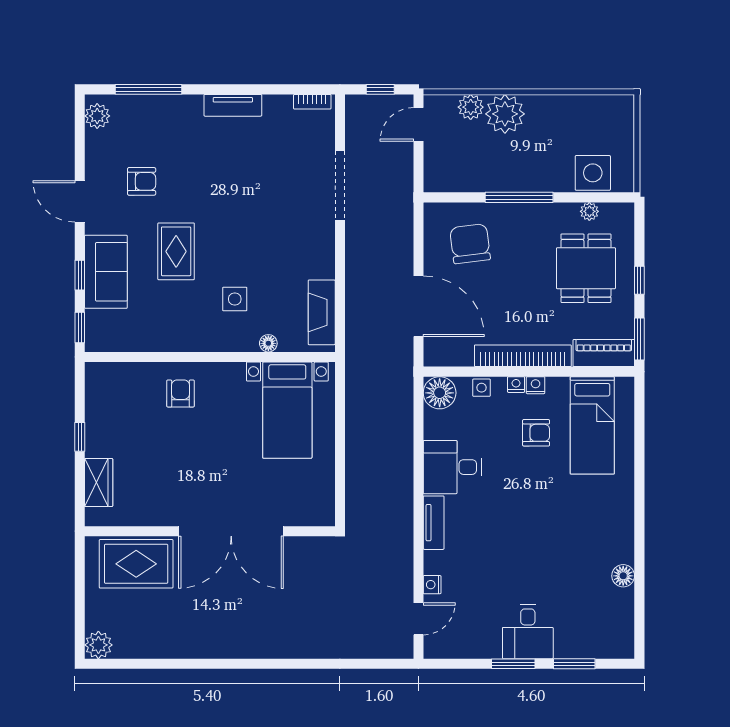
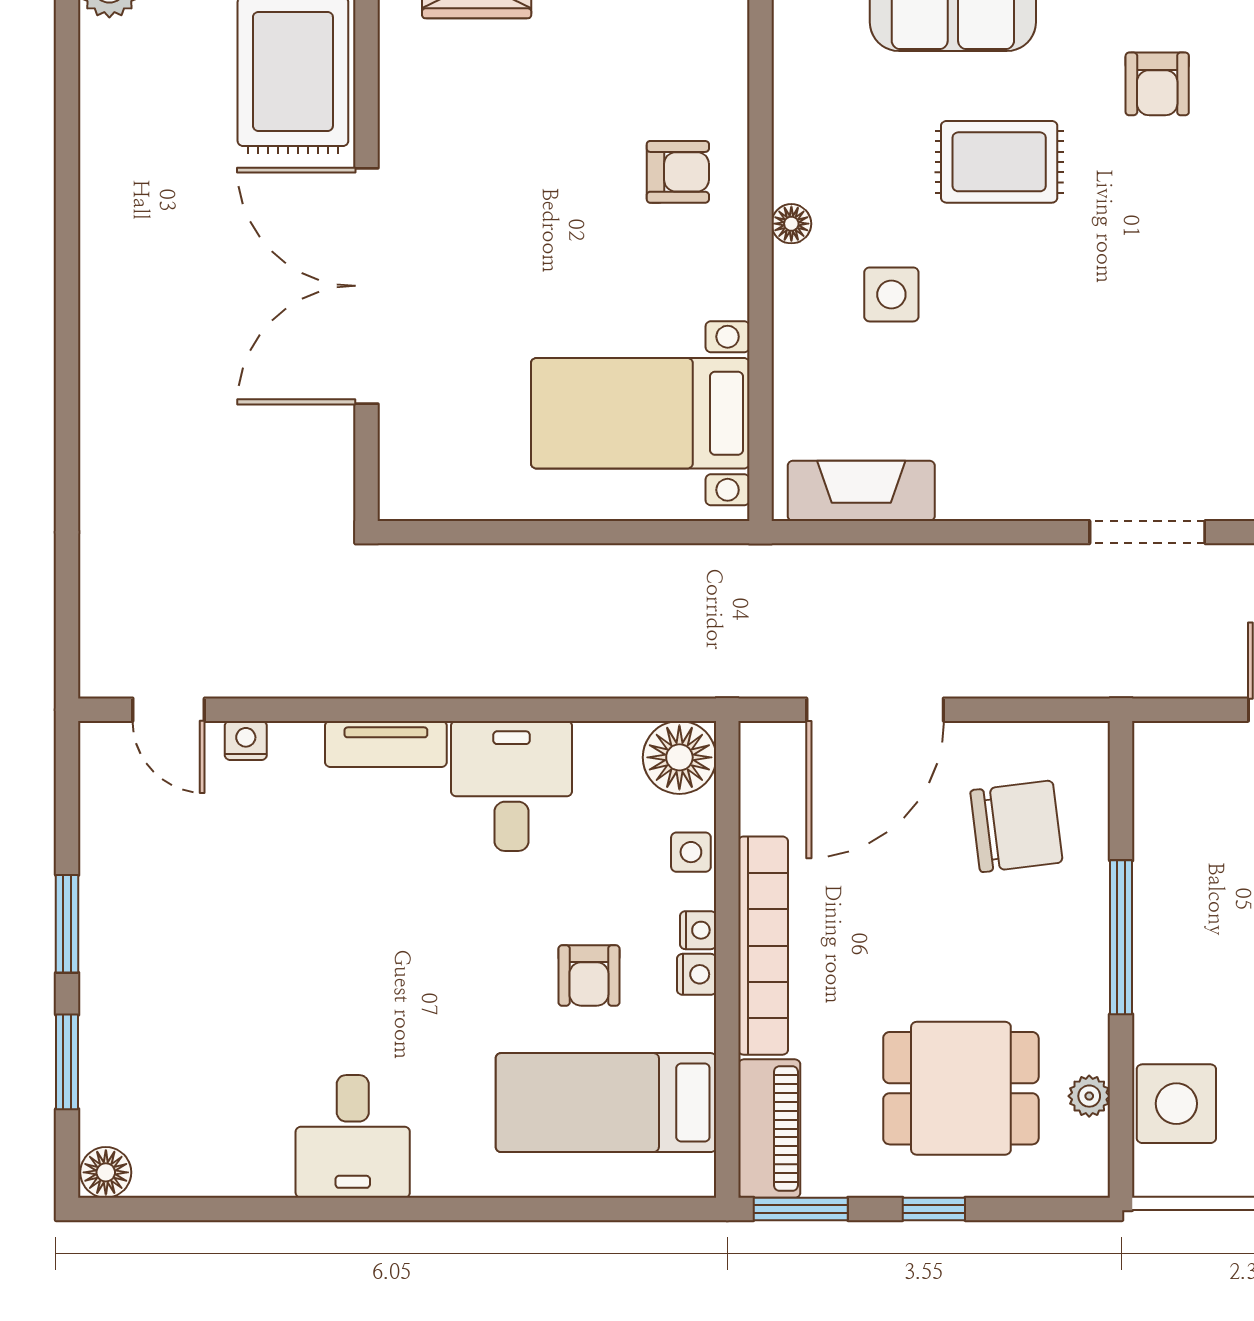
doorway: (340, 186) -> (1147, 532), width x0.73
floor lamp: (268, 343) -> (791, 224), moved
floor lamp: (623, 576) -> (106, 1172), moved
desk: (528, 632) -> (353, 1136), moved, turned -90

